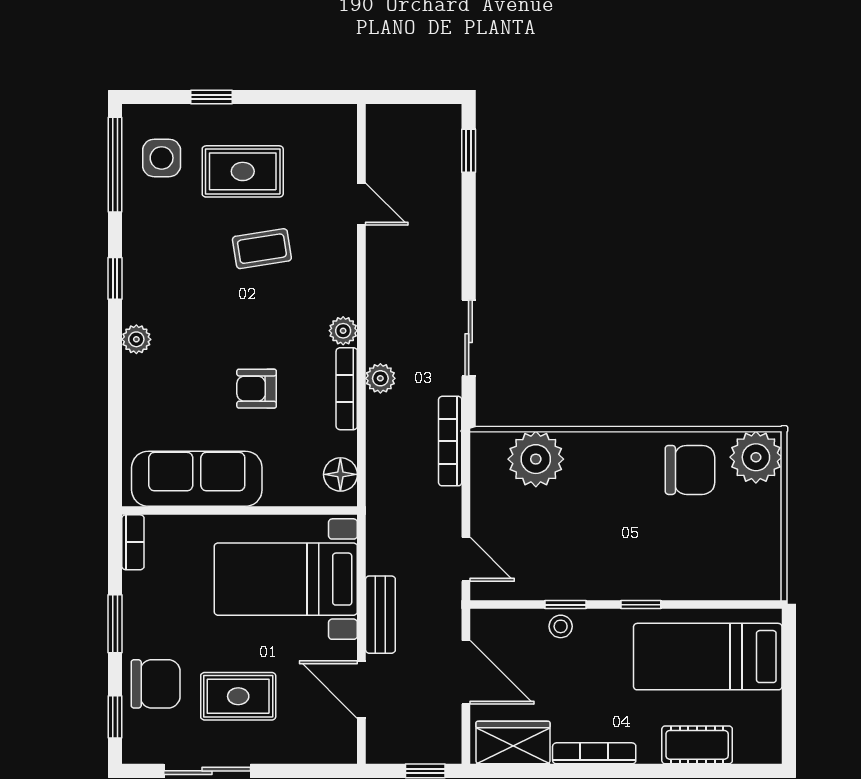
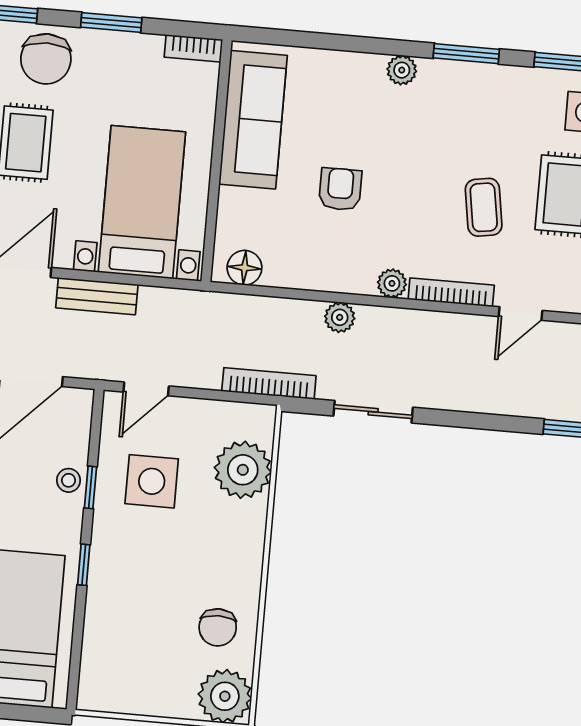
window: (115, 278) -> (466, 54), width x1.50
bookcase: (347, 389) -> (451, 292), moved
chair: (690, 470) -> (218, 627), width x0.73, depth x0.73
side table: (555, 546) -> (152, 481), added

